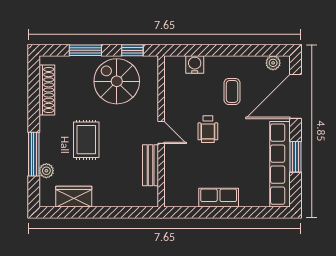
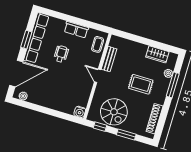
water cooler: (195, 64) -> (80, 112), moved
coffee table: (232, 91) -> (98, 44), moved
wheelchair: (208, 129) -> (61, 54), moved
rug: (86, 140) -> (141, 84), turned 90

